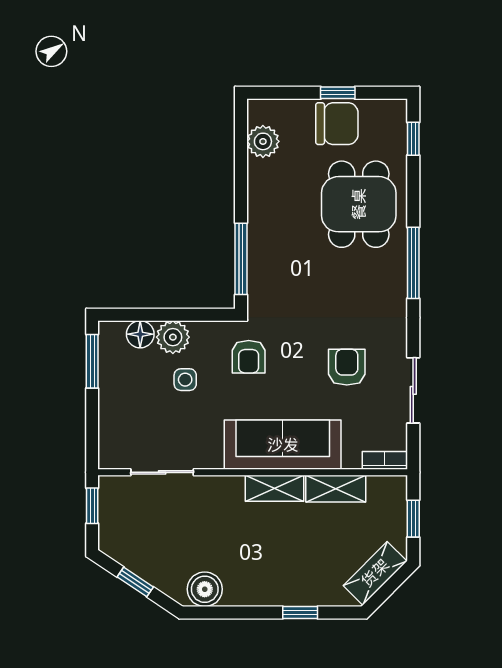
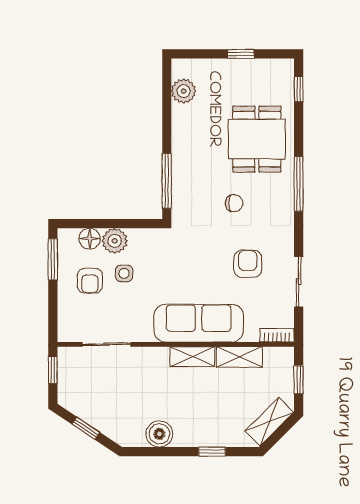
chair: (337, 124) -> (234, 203), moved, width x0.54, depth x0.54
armchair: (249, 357) -> (90, 281), moved
boiler: (205, 589) -> (159, 434), moved

